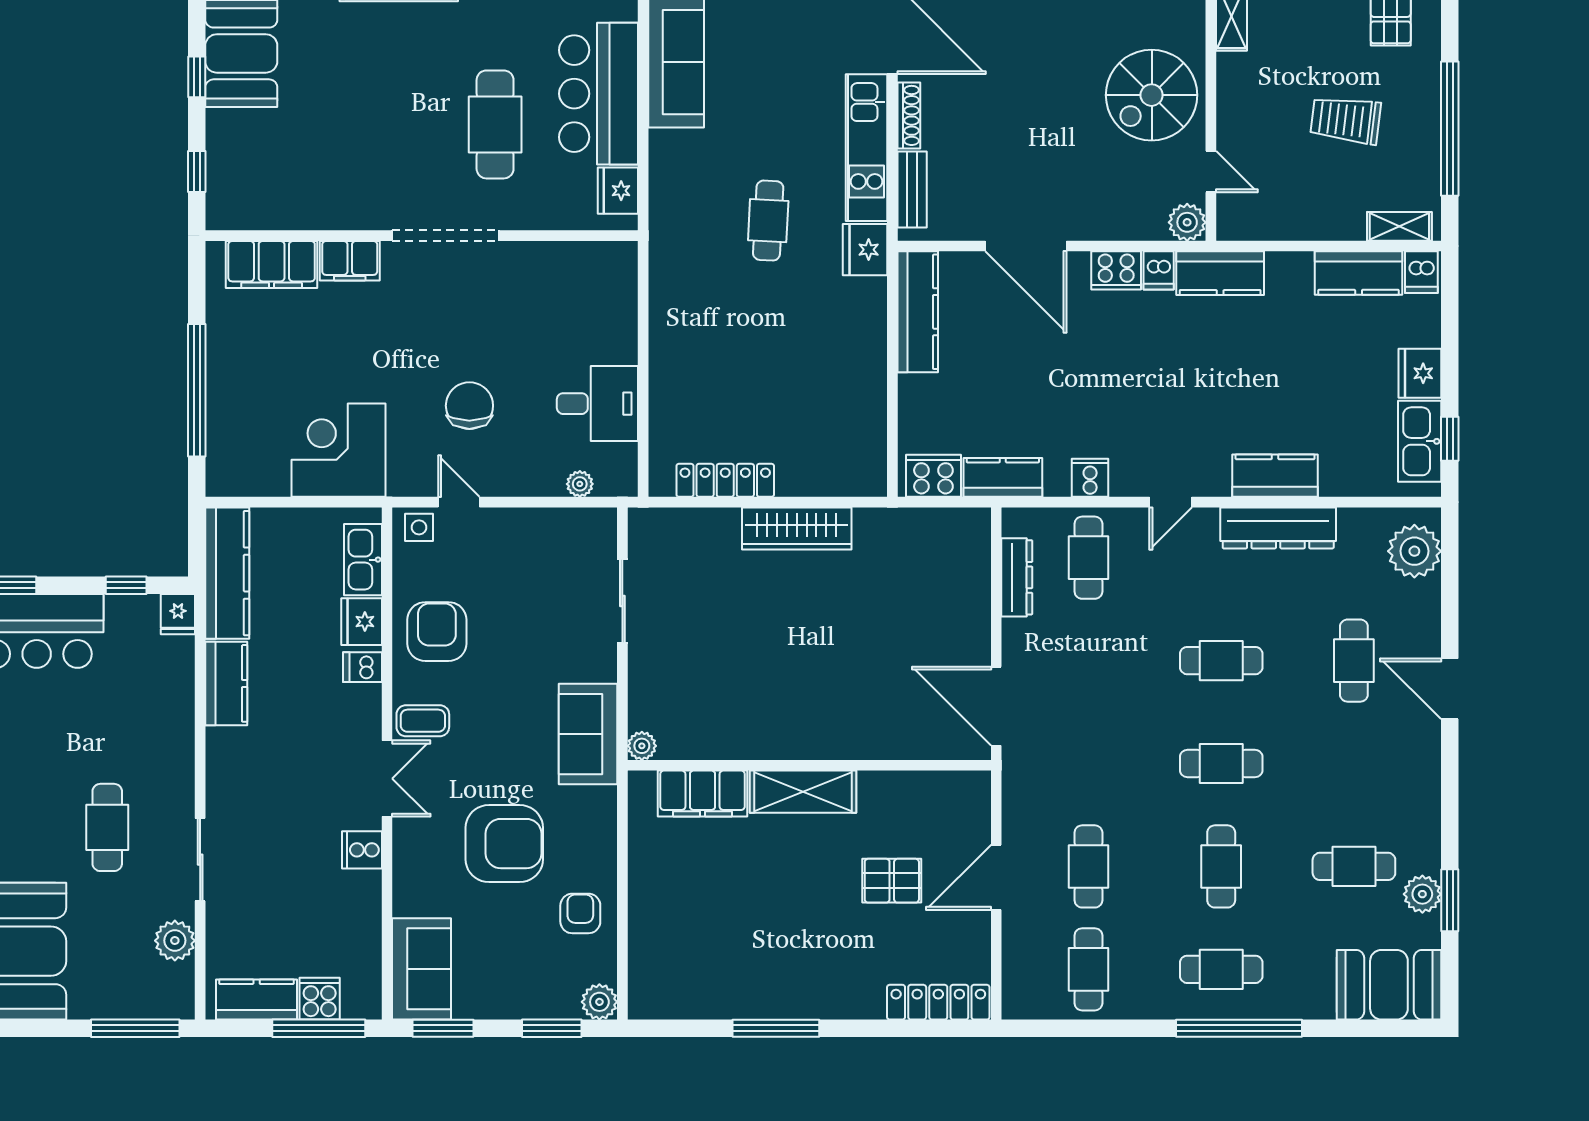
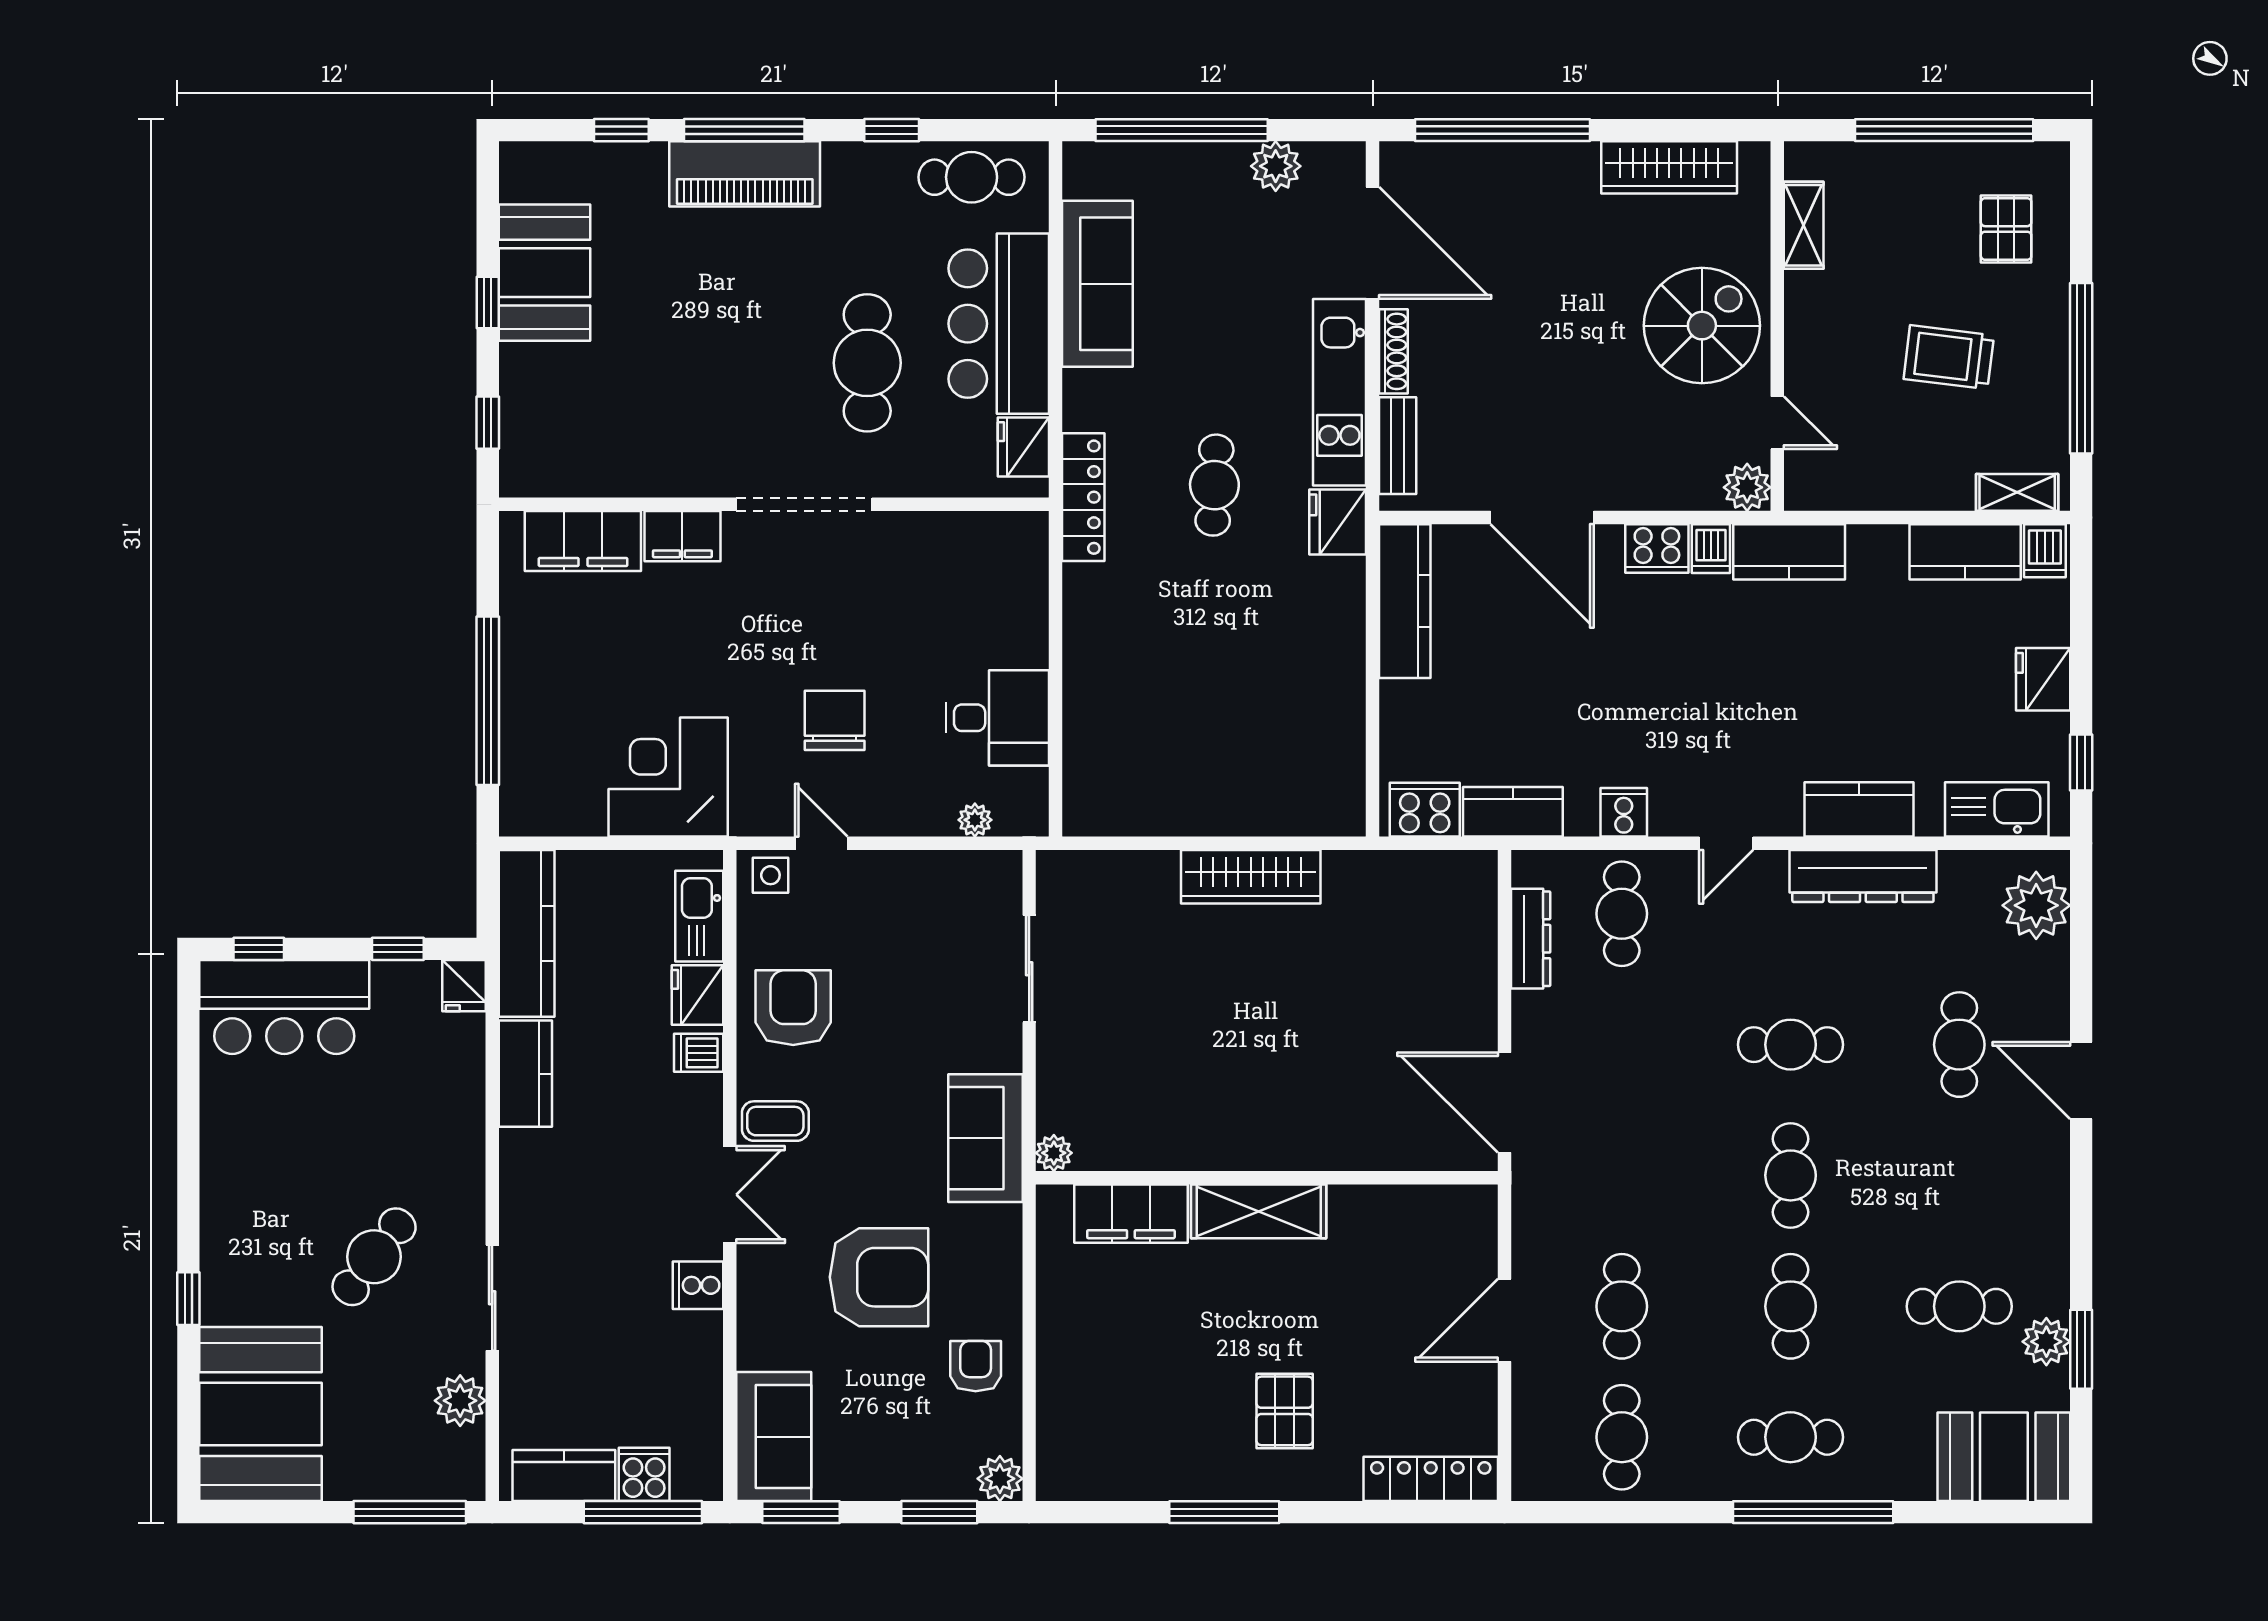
spiral stairs: (1152, 95) -> (1702, 326), turned 180
kitchen sink: (1420, 441) -> (1997, 809), moved, turned 90
locker: (725, 480) -> (1083, 497), moved, turned 90
cafe table: (1221, 764) -> (1791, 1175), turned 90
cafe table: (107, 827) -> (374, 1257), turned 37
pallet: (892, 881) -> (1285, 1411), moved, turned 90

